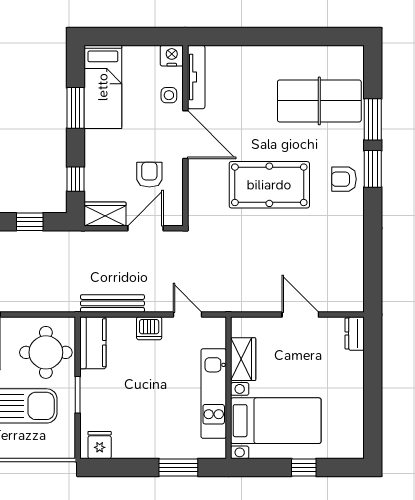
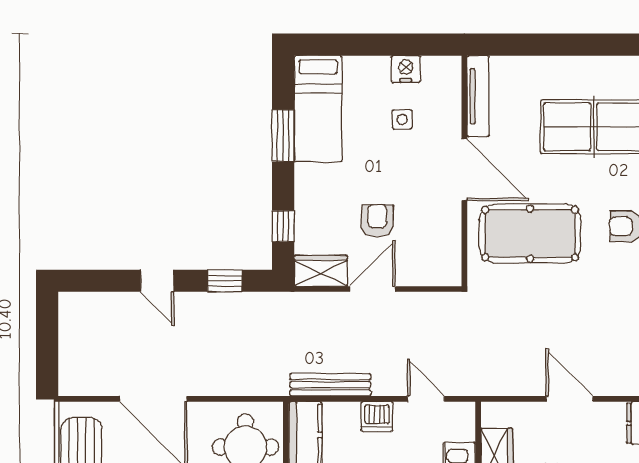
tv unit: (196, 77) -> (478, 96), moved
door: (185, 135) -> (464, 170), moved
wall: (185, 136) -> (464, 171), moved

